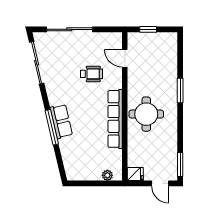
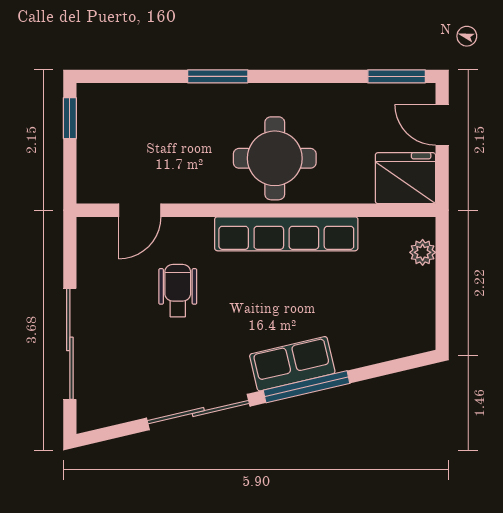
window: (148, 29) -> (70, 118), moved
sliding door: (37, 63) -> (198, 412), moved
fridge: (135, 174) -> (405, 178), width x1.88, depth x1.34
door: (160, 183) -> (442, 125), swing flipped

